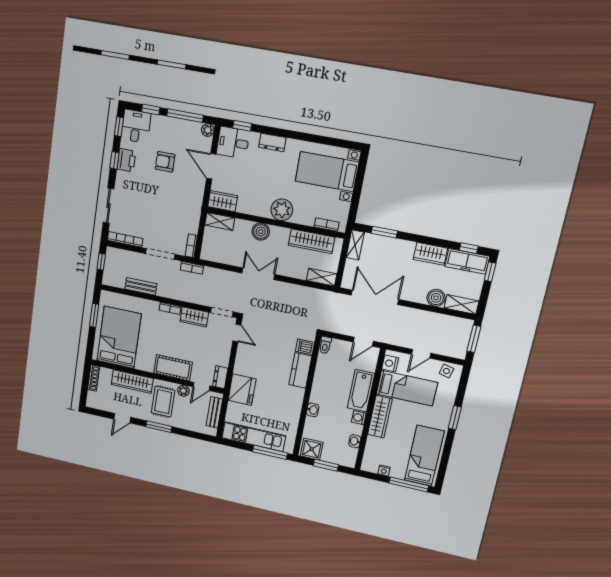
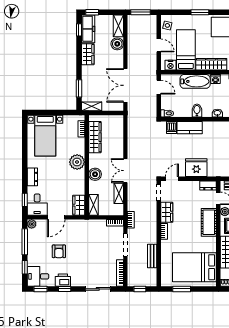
shelving: (322, 277) -> (119, 193), moved
bidet: (321, 385) -> (197, 110), added
fridge: (242, 390) -> (196, 168), moved

